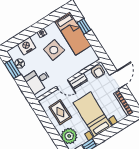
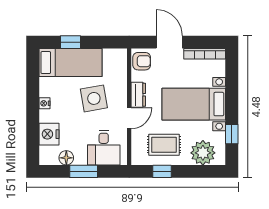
side table: (54, 50) -> (94, 98), moved
window: (13, 69) -> (84, 171), moved
window: (45, 120) -> (162, 171), added

